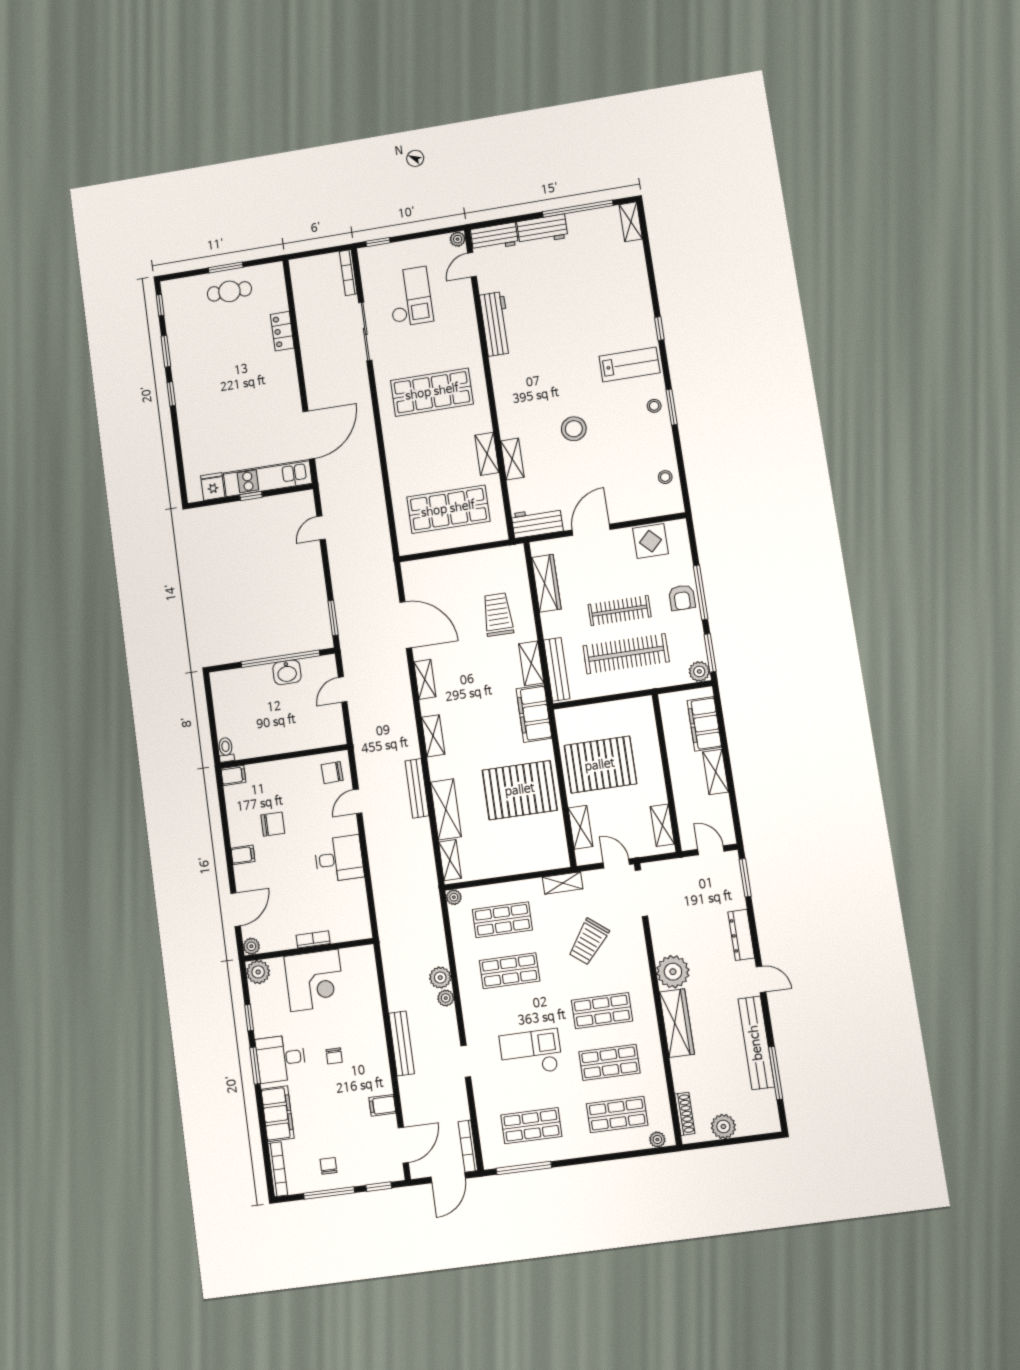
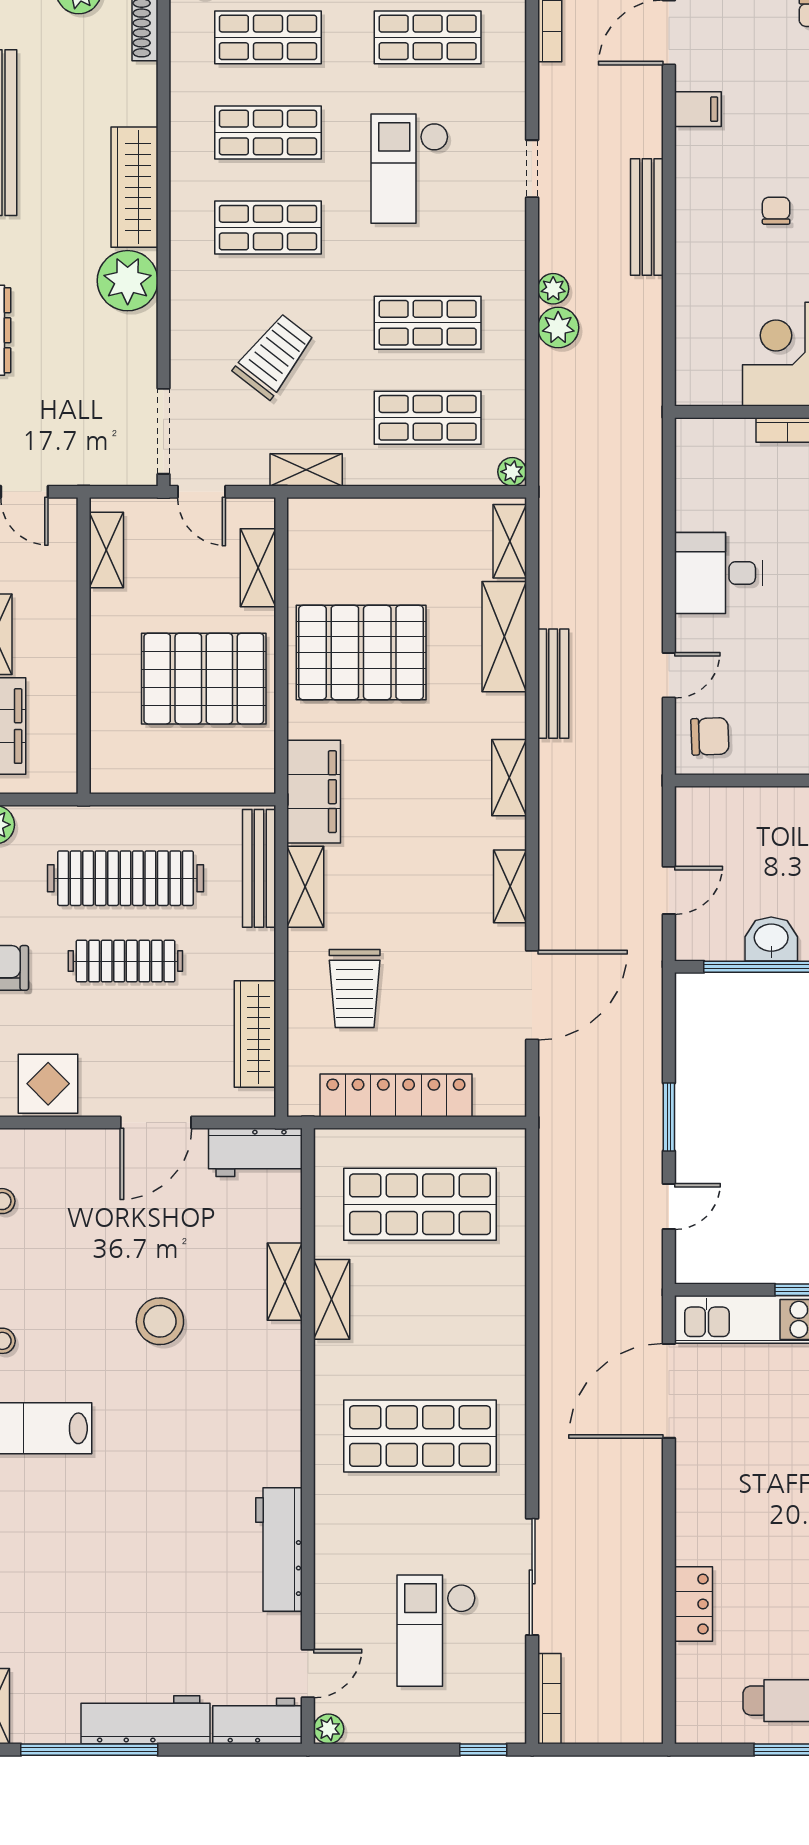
workbench: (542, 230) -> (146, 1720), width x1.38
locker: (469, 563) -> (396, 1095), added
window: (333, 618) -> (669, 1117), moved
door: (406, 625) -> (532, 995), swing flipped
checkout: (531, 1053) -> (410, 169), turned 90

